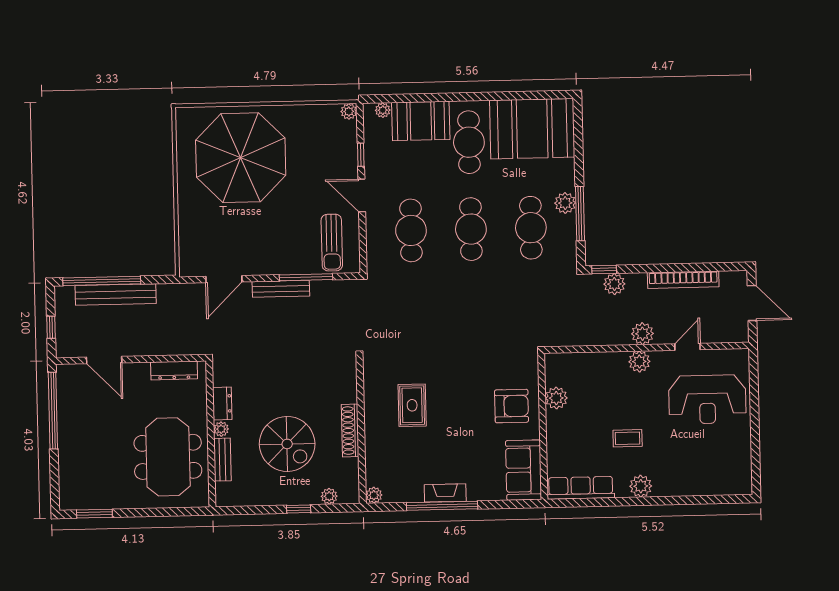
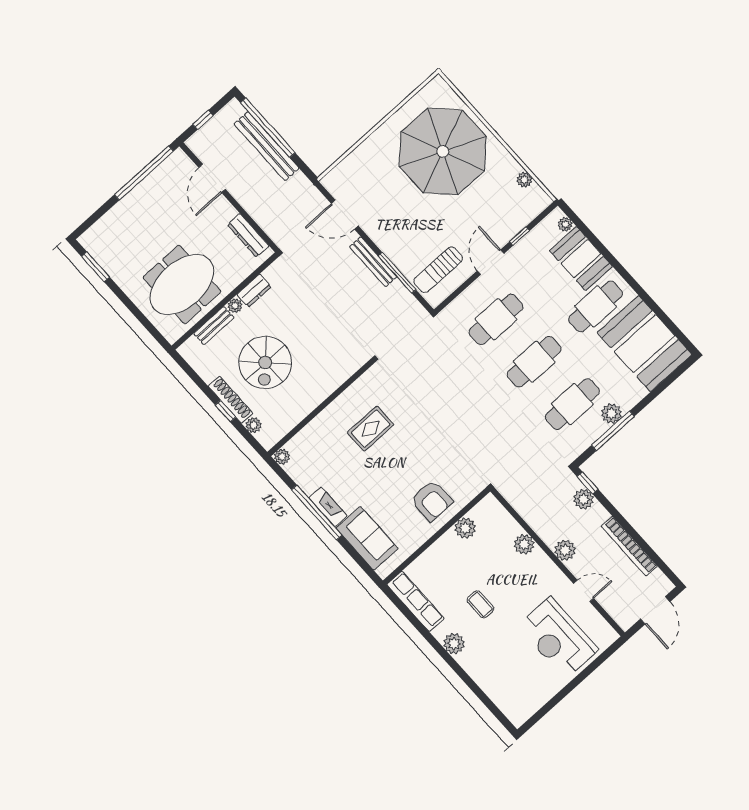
plant: (349, 111) -> (524, 180), moved
plant: (639, 362) -> (524, 544), moved
shoe rack: (350, 430) -> (231, 400), moved, turned 90
sofa: (524, 470) -> (367, 538), moved, turned 90

